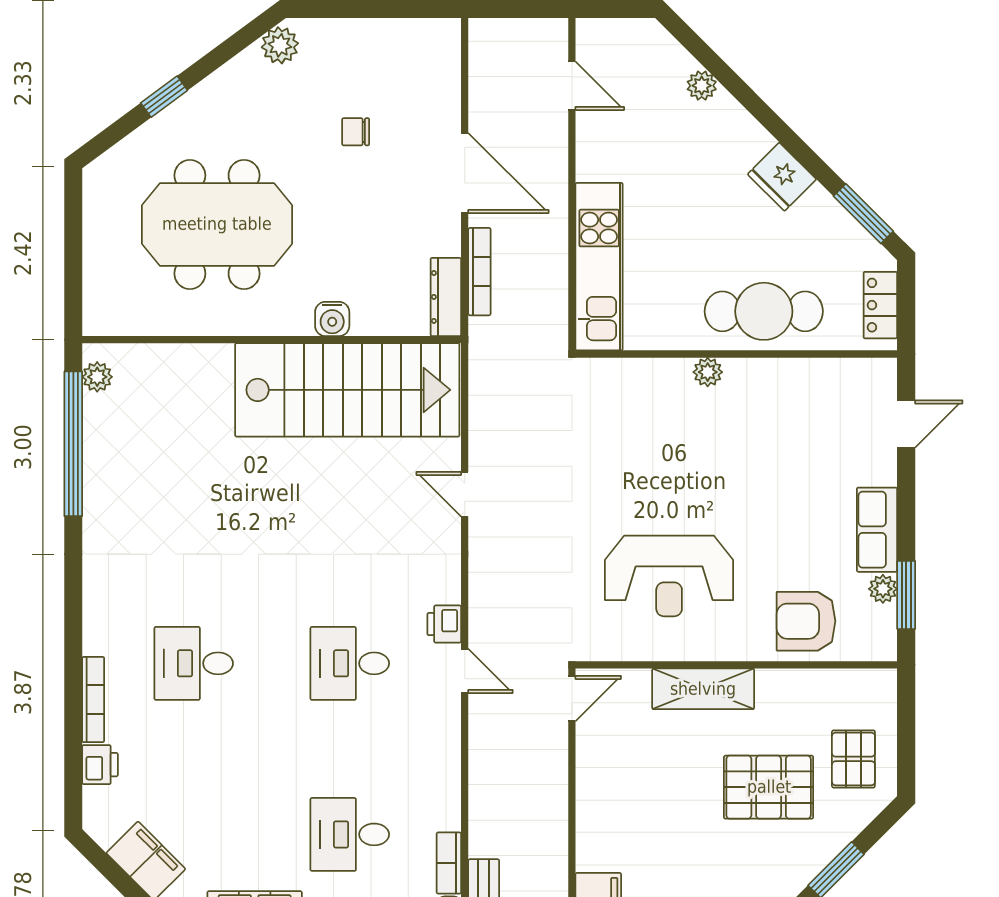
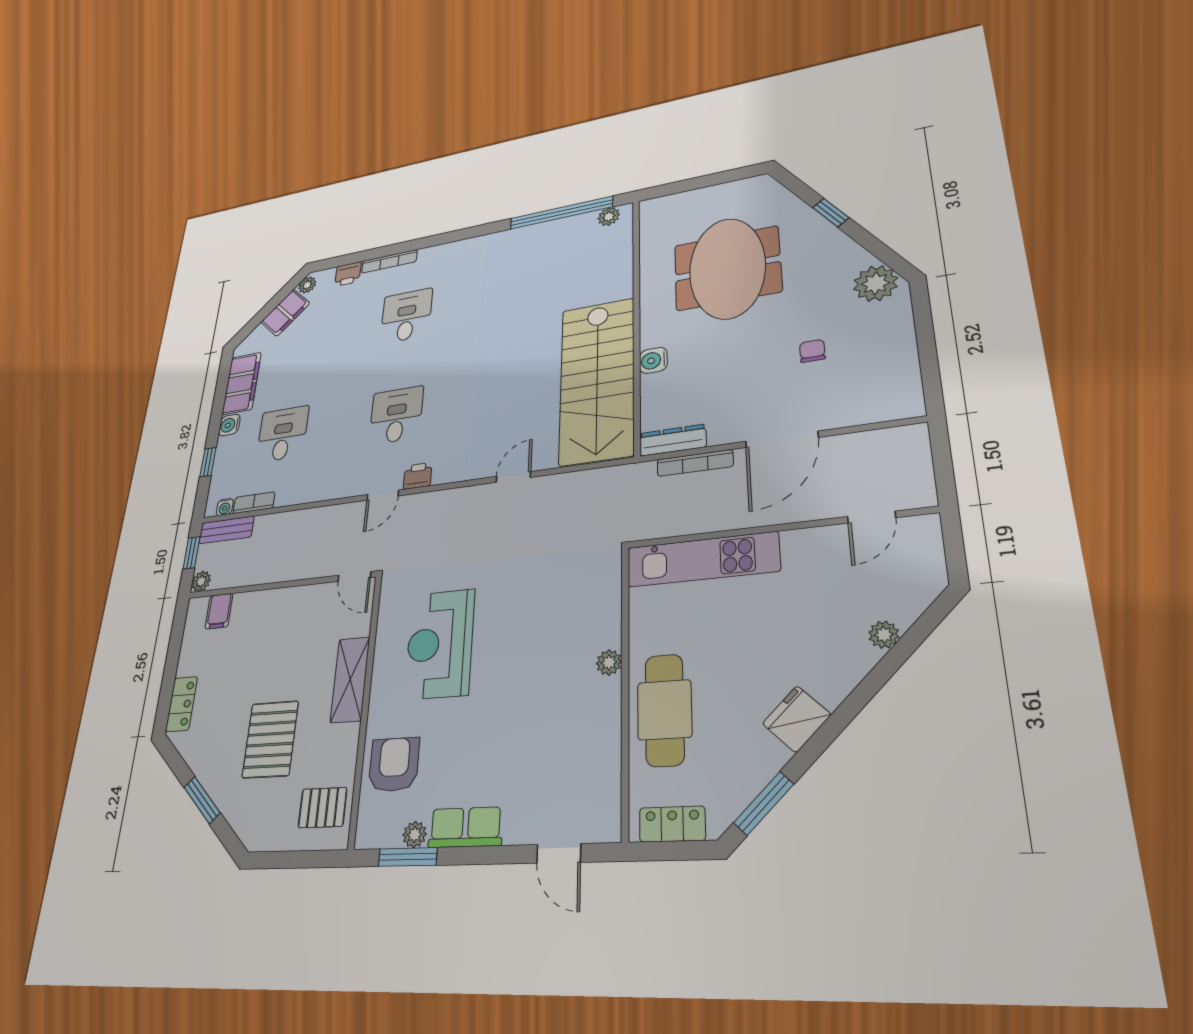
plant: (280, 45) -> (876, 283), width x1.36, depth x1.36
pallet: (853, 759) -> (323, 808), moved
plant: (104, 831) -> (307, 285), added

